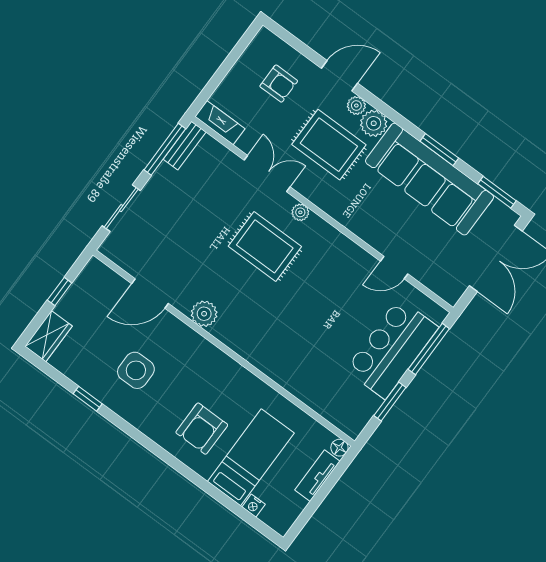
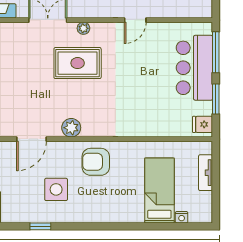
door: (394, 268) -> (135, 20), moved
fridge: (354, 419) -> (203, 124), added
armchair: (202, 429) -> (96, 162), moved, turned 90
floor lamp: (339, 448) -> (206, 147), removed

